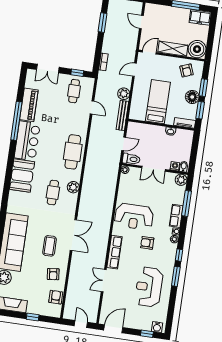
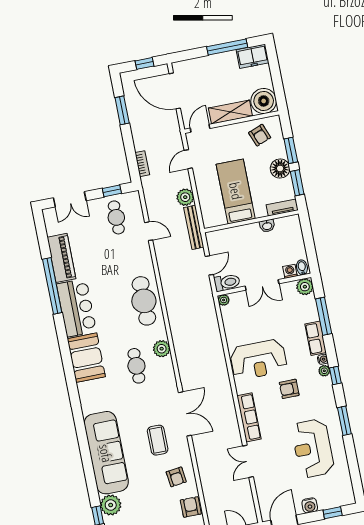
door: (141, 22) -> (175, 91), width x1.88
window: (179, 255) -> (335, 375), moved
water cooler: (157, 327) -> (310, 505), moved

